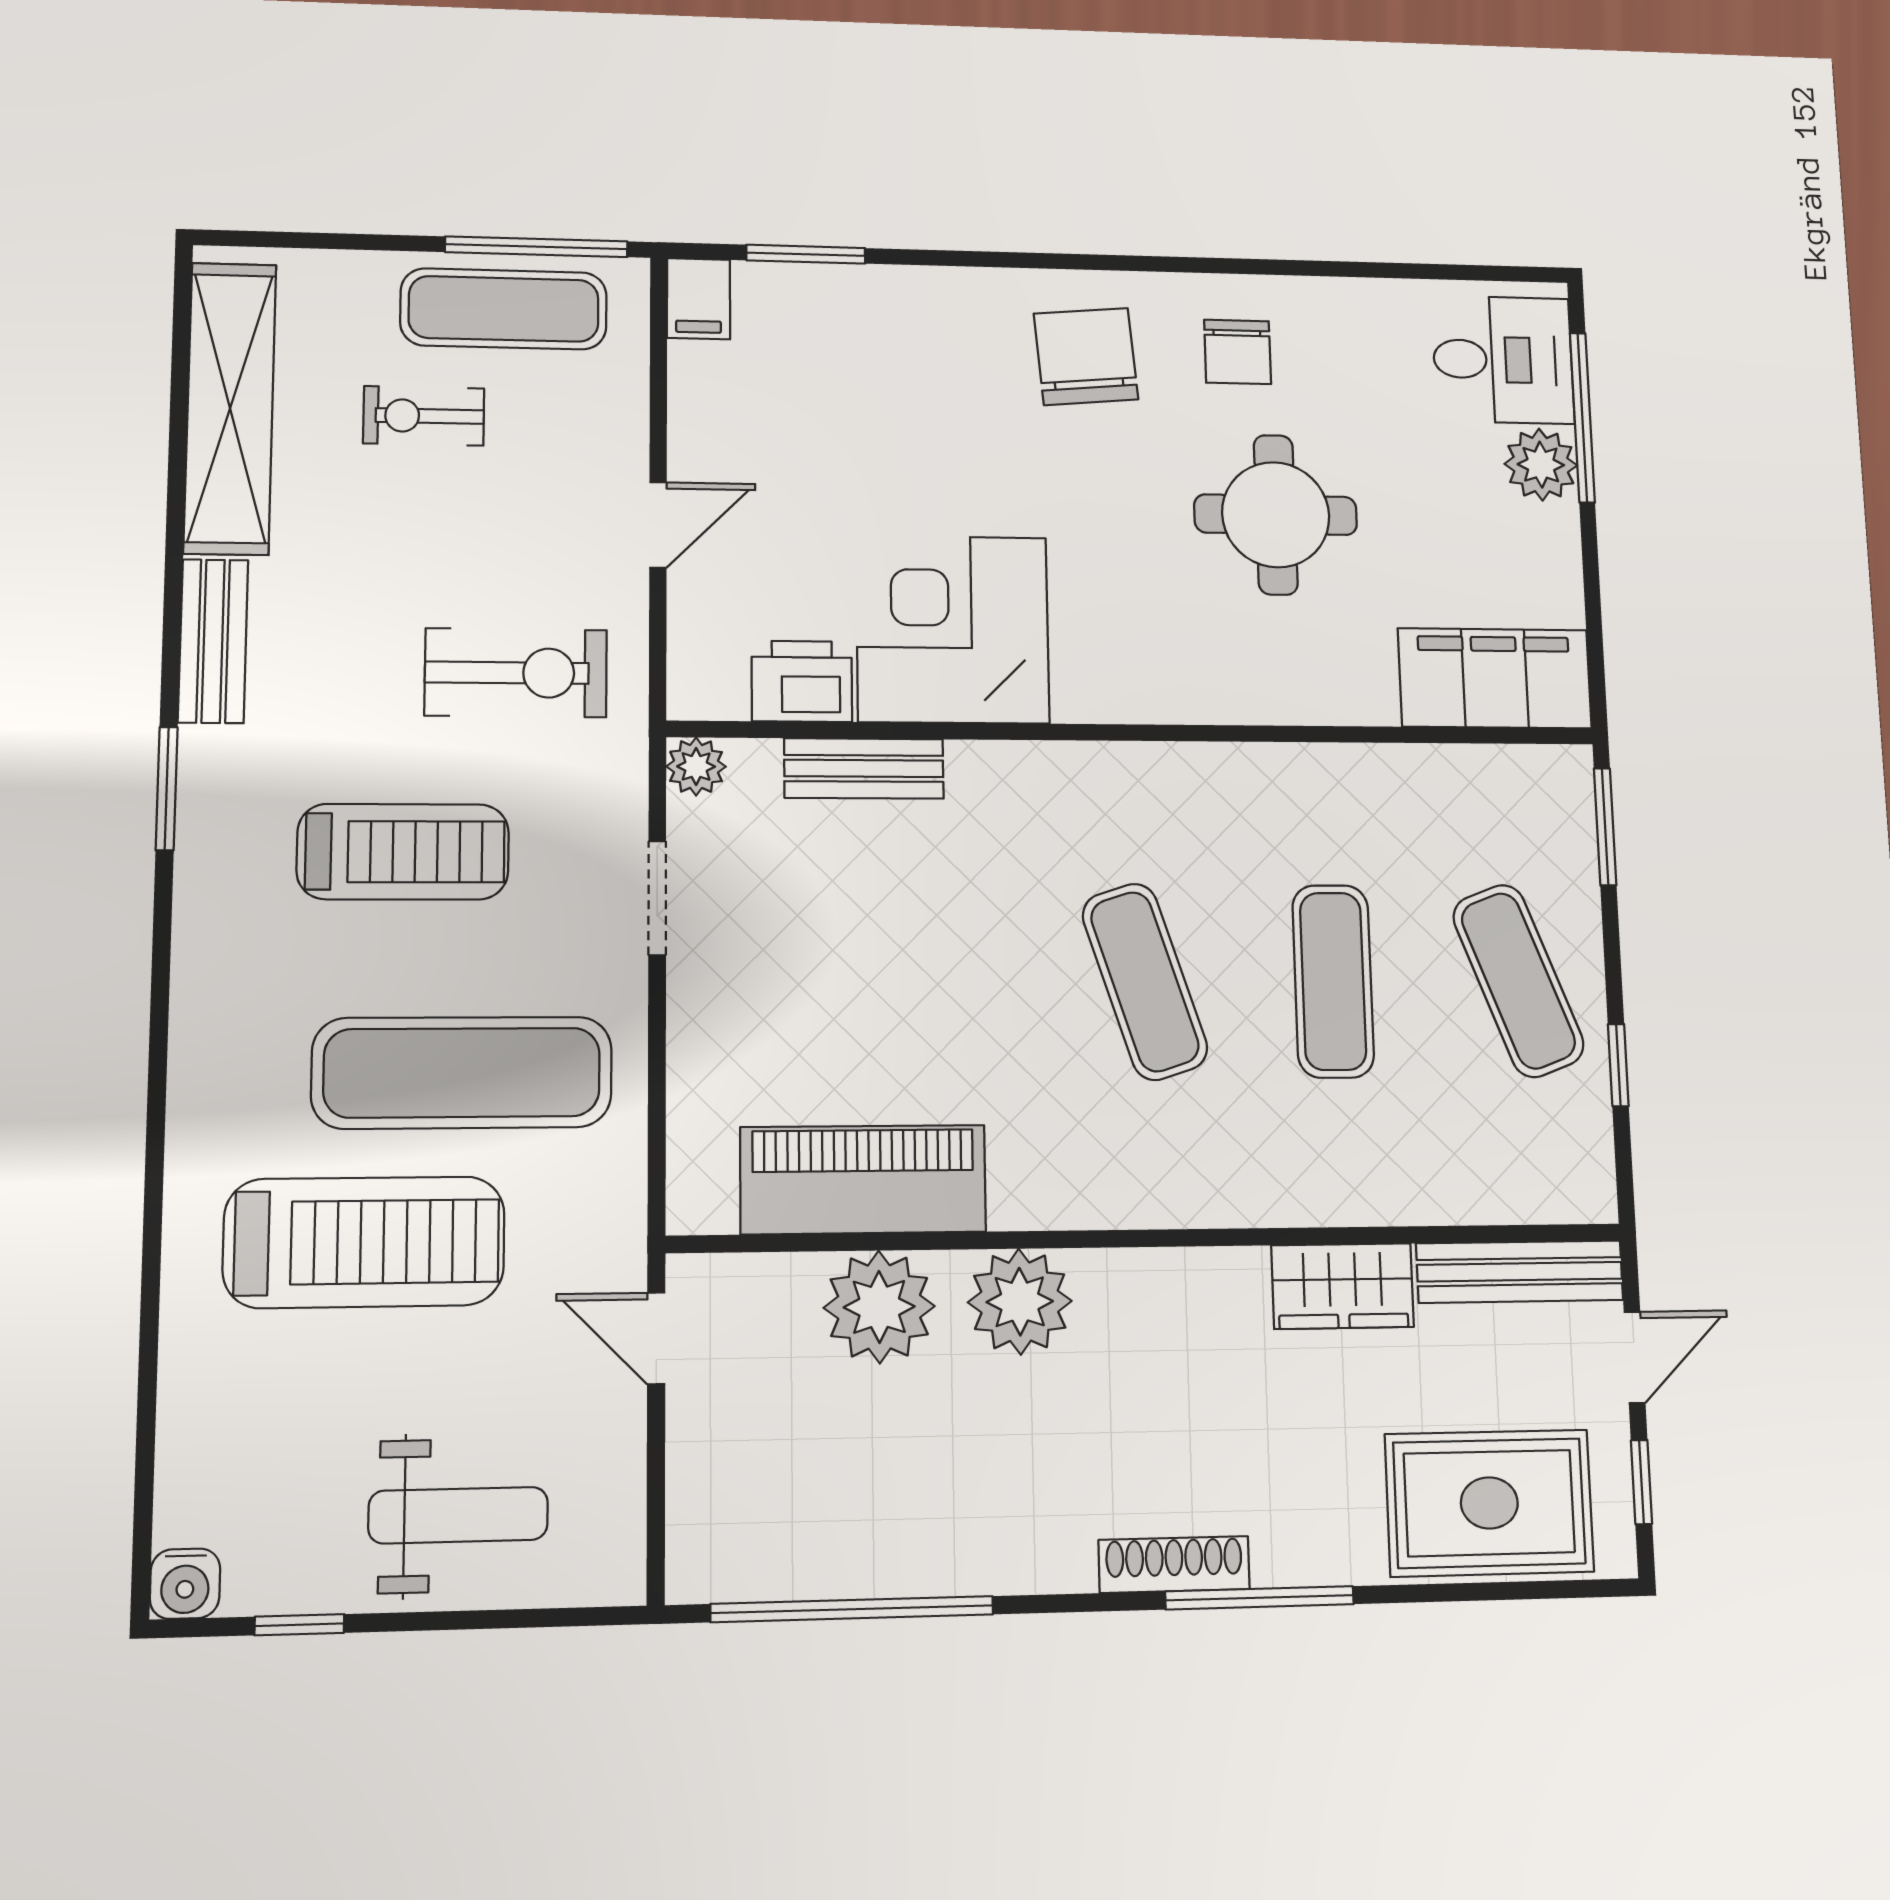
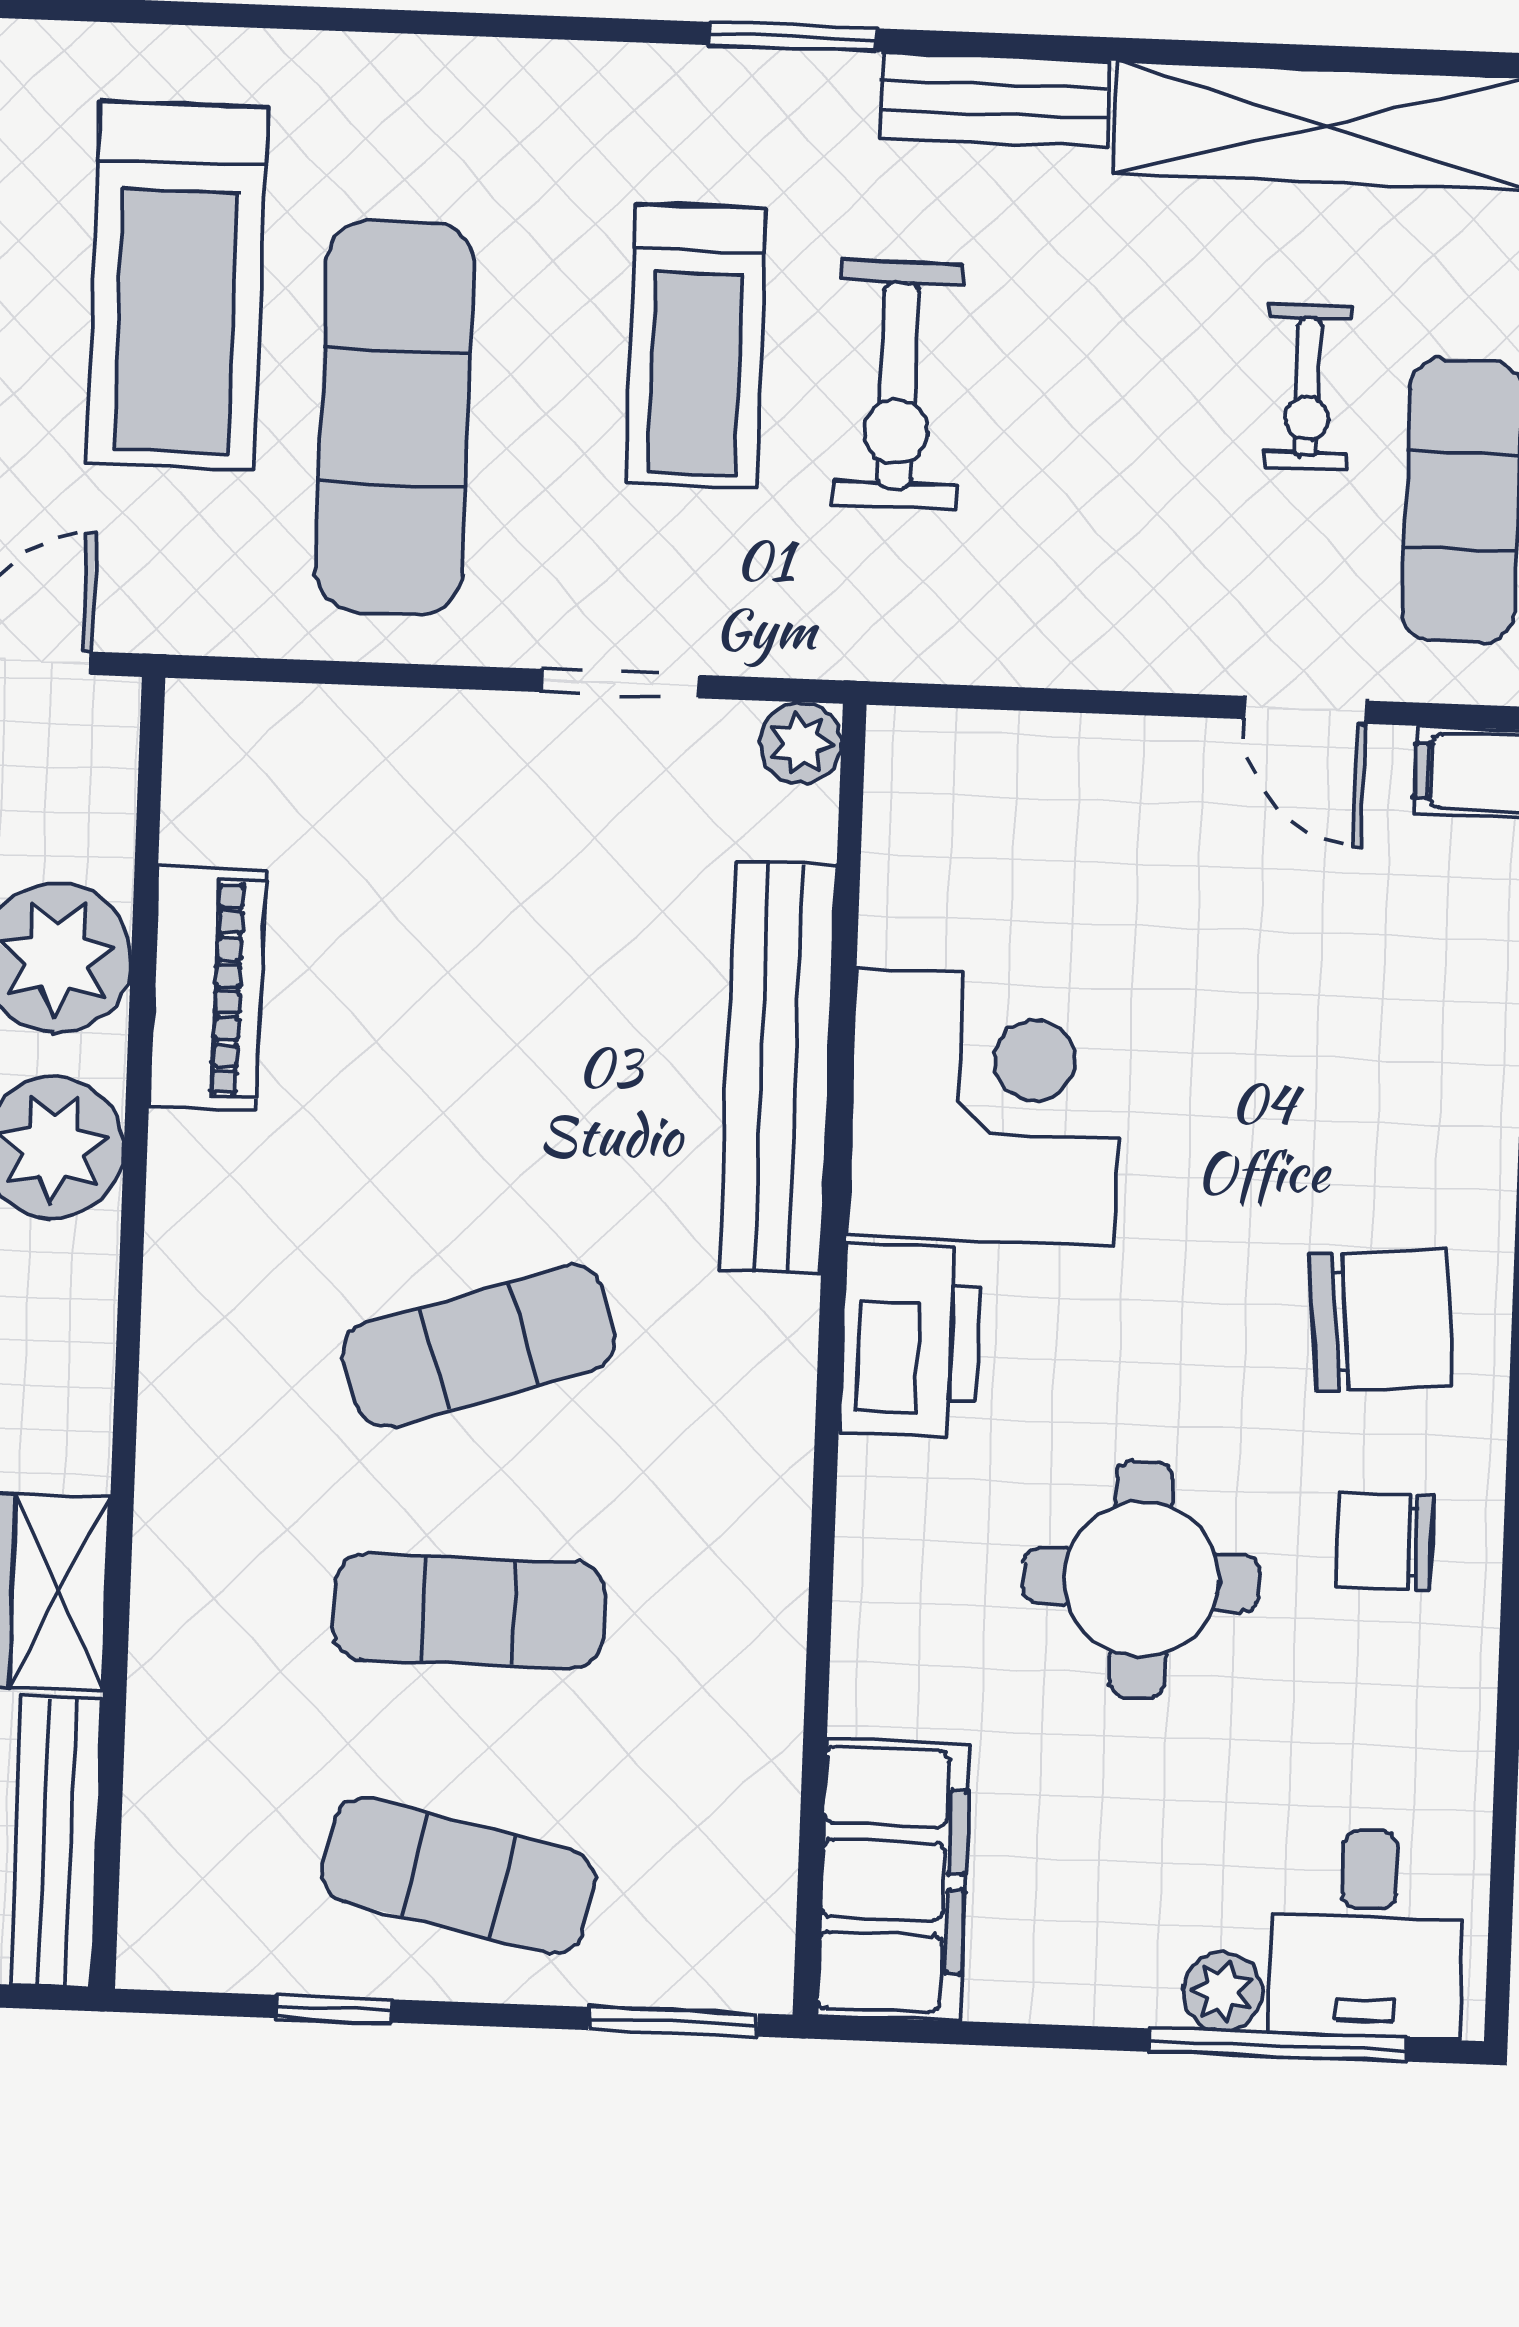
exercise bike: (424, 416) -> (1308, 387), turned 180
plant: (1541, 465) -> (1222, 1992), width x0.73, depth x0.73
door: (658, 525) -> (1305, 710), moved
exercise bike: (516, 673) -> (898, 385), moved
printer: (802, 681) -> (910, 1341), moved, width x1.37, depth x1.19
bench: (864, 768) -> (778, 1068), width x1.86, depth x1.21
exercise mat: (1518, 981) -> (459, 1876), turned 33
piano: (863, 1179) -> (207, 988), width x0.73, depth x0.75

